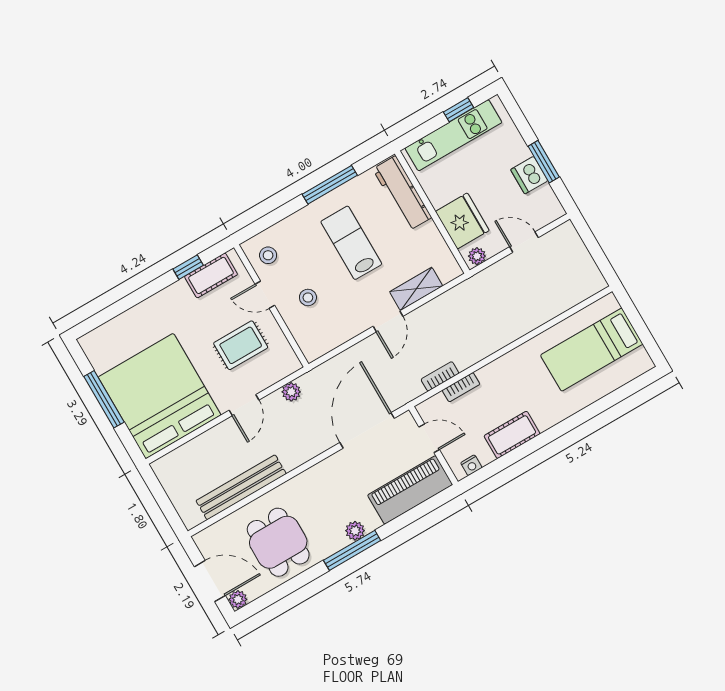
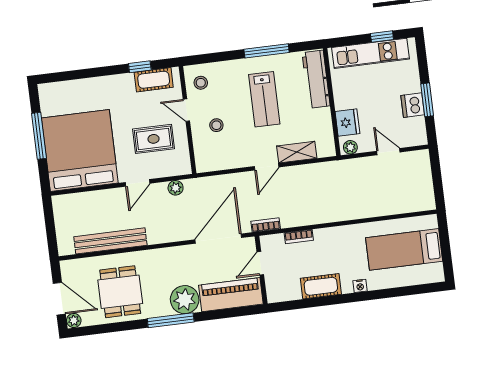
fridge: (462, 221) -> (347, 123), width x0.73, depth x0.75
lab bench: (351, 243) -> (264, 99), turned 180
bookcase: (440, 376) -> (266, 225), moved
door: (429, 438) -> (260, 263), swing flipped
nightstand: (471, 465) -> (360, 286), moved
plant: (355, 531) -> (185, 300), width x1.88, depth x1.88

